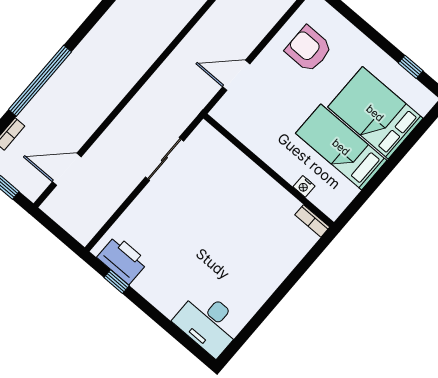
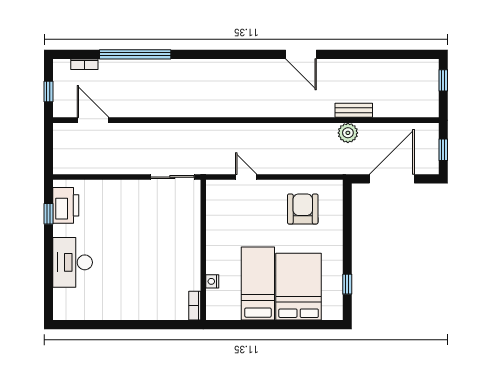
door: (236, 75) -> (246, 177), width x0.73
sliding door: (164, 159) -> (172, 177), moved
desk: (209, 323) -> (73, 262), moved

